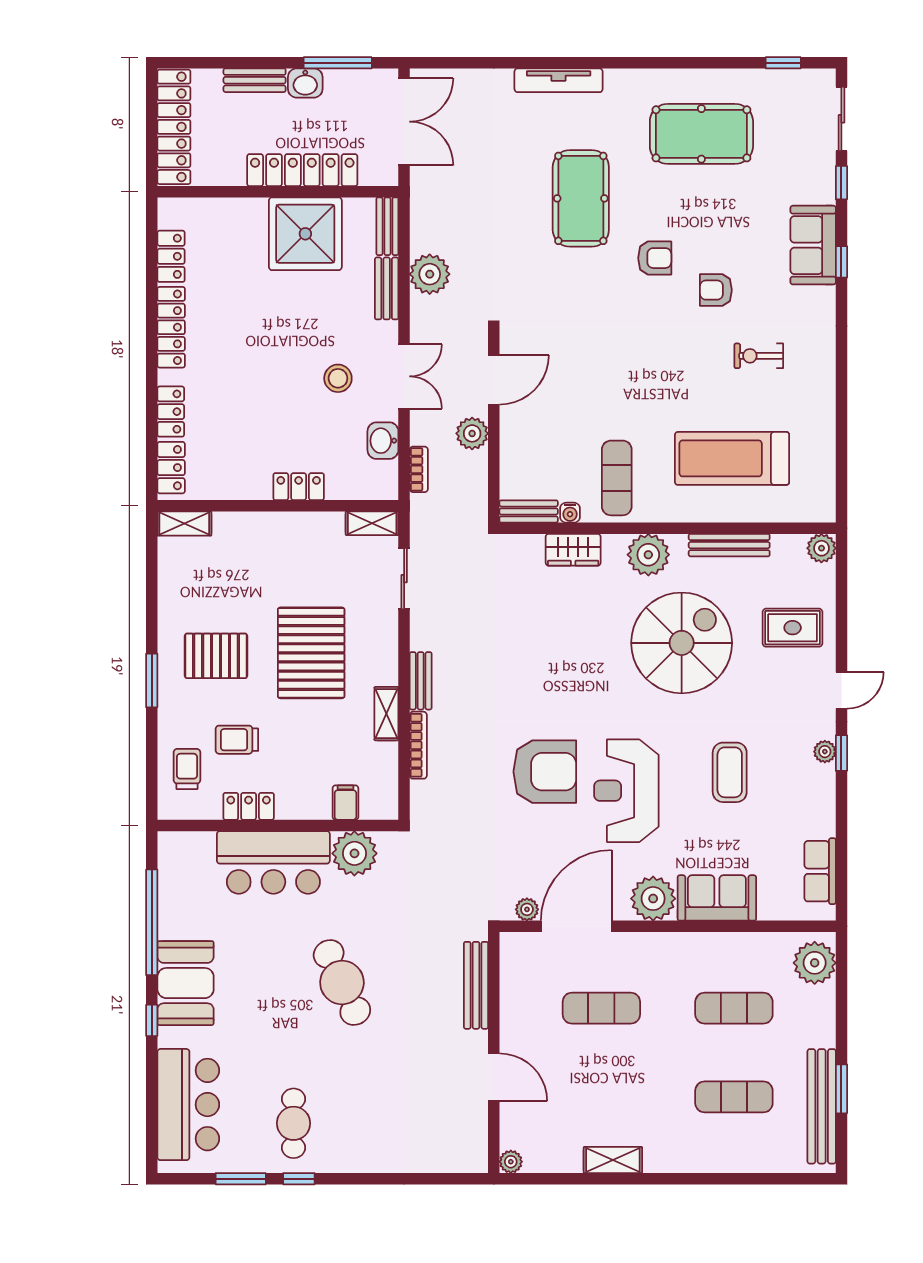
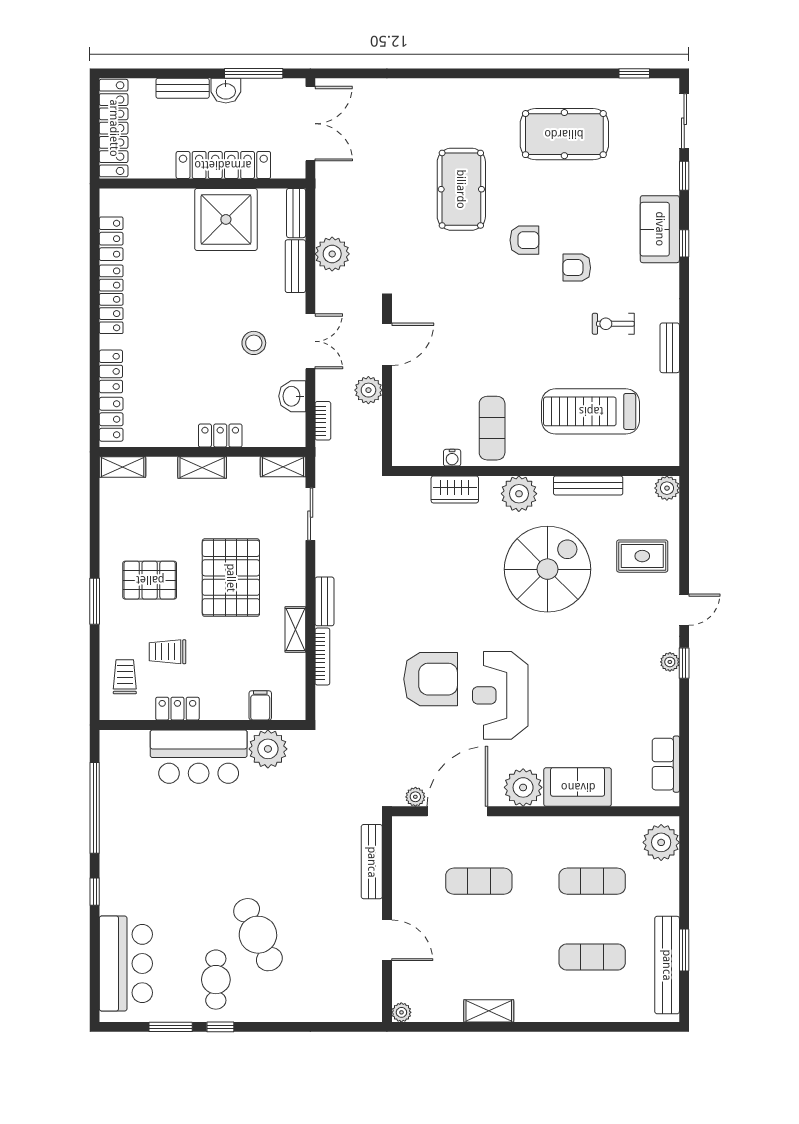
tv unit: (559, 80) -> (442, 88), removed
bench: (529, 511) -> (670, 348), moved, turned 90
shelving: (278, 524) -> (202, 468), added
coffee table: (730, 772) -> (589, 680), removed
cafe table: (342, 982) -> (258, 935), moved
booth: (186, 983) -> (124, 860), removed

